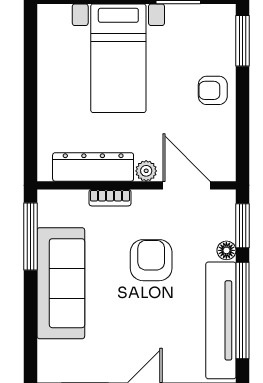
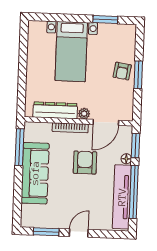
window: (243, 41) -> (138, 75), moved
armchair: (213, 90) -> (122, 71), turned -81
door: (187, 185) -> (106, 122), swing flipped
bookcase: (110, 198) -> (70, 128), width x1.56

